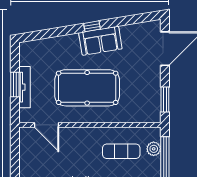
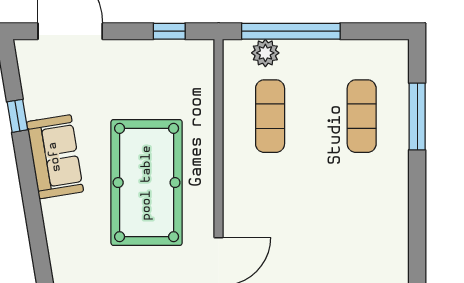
window: (92, 26) -> (17, 116), moved
window: (165, 99) -> (169, 31), width x0.67

